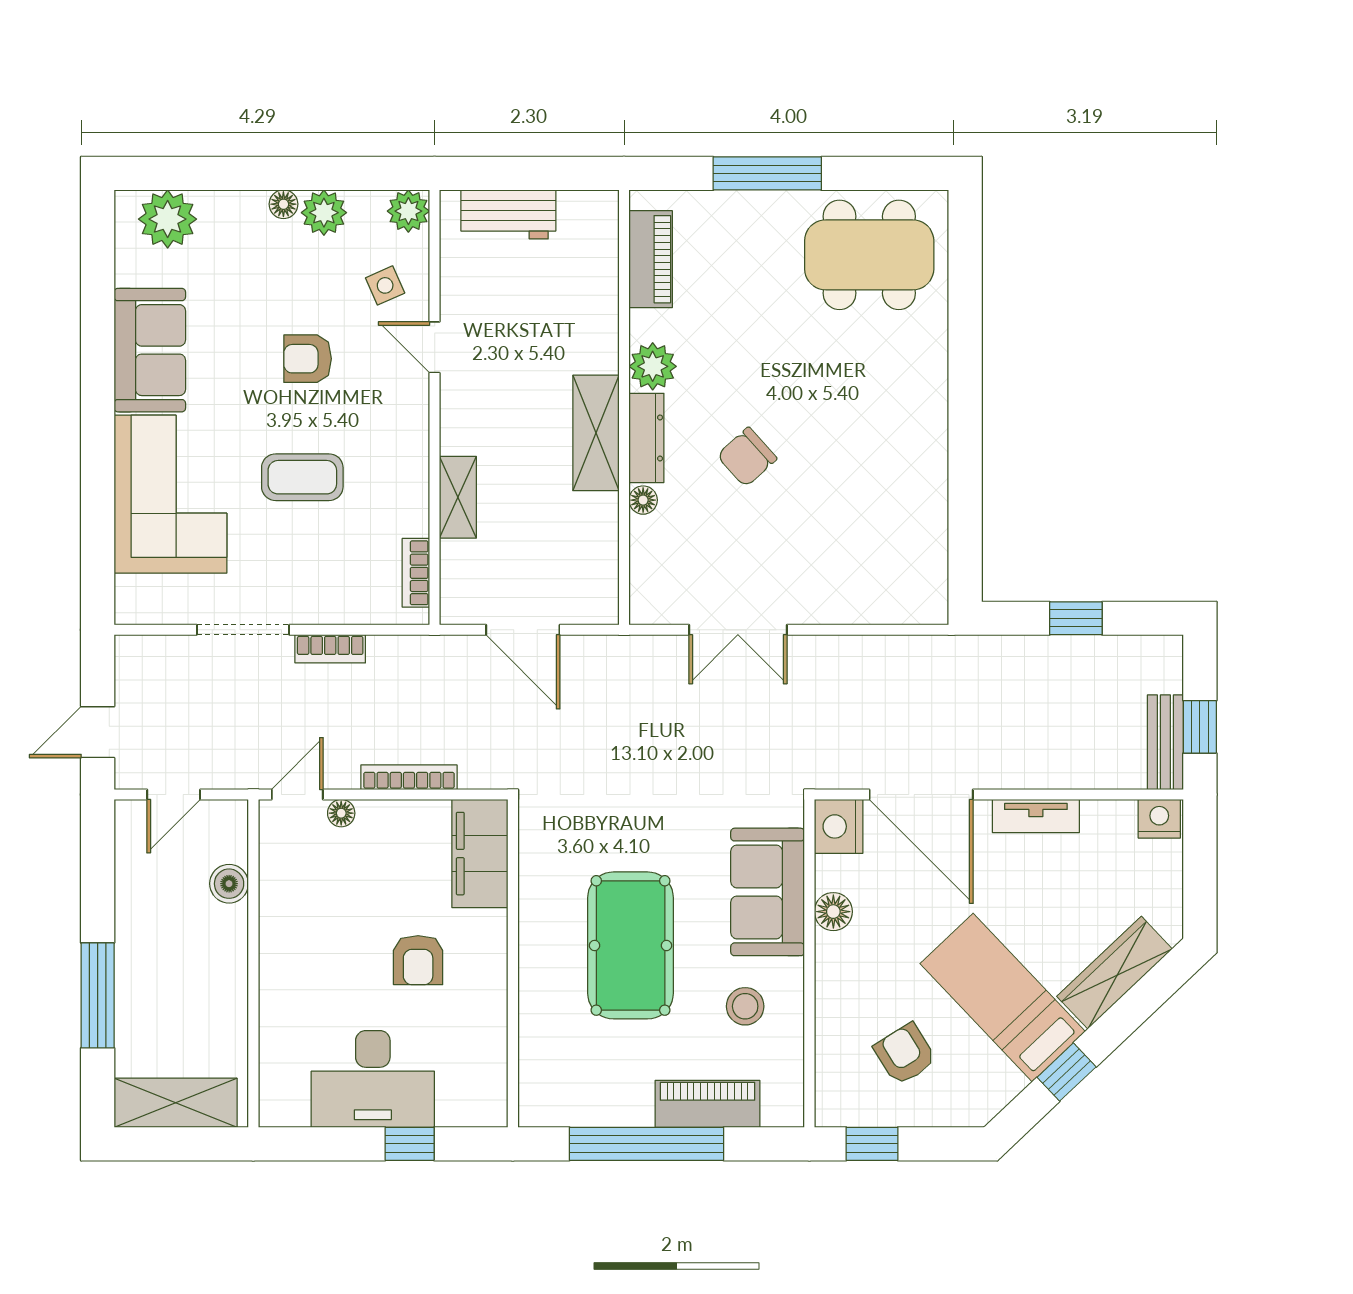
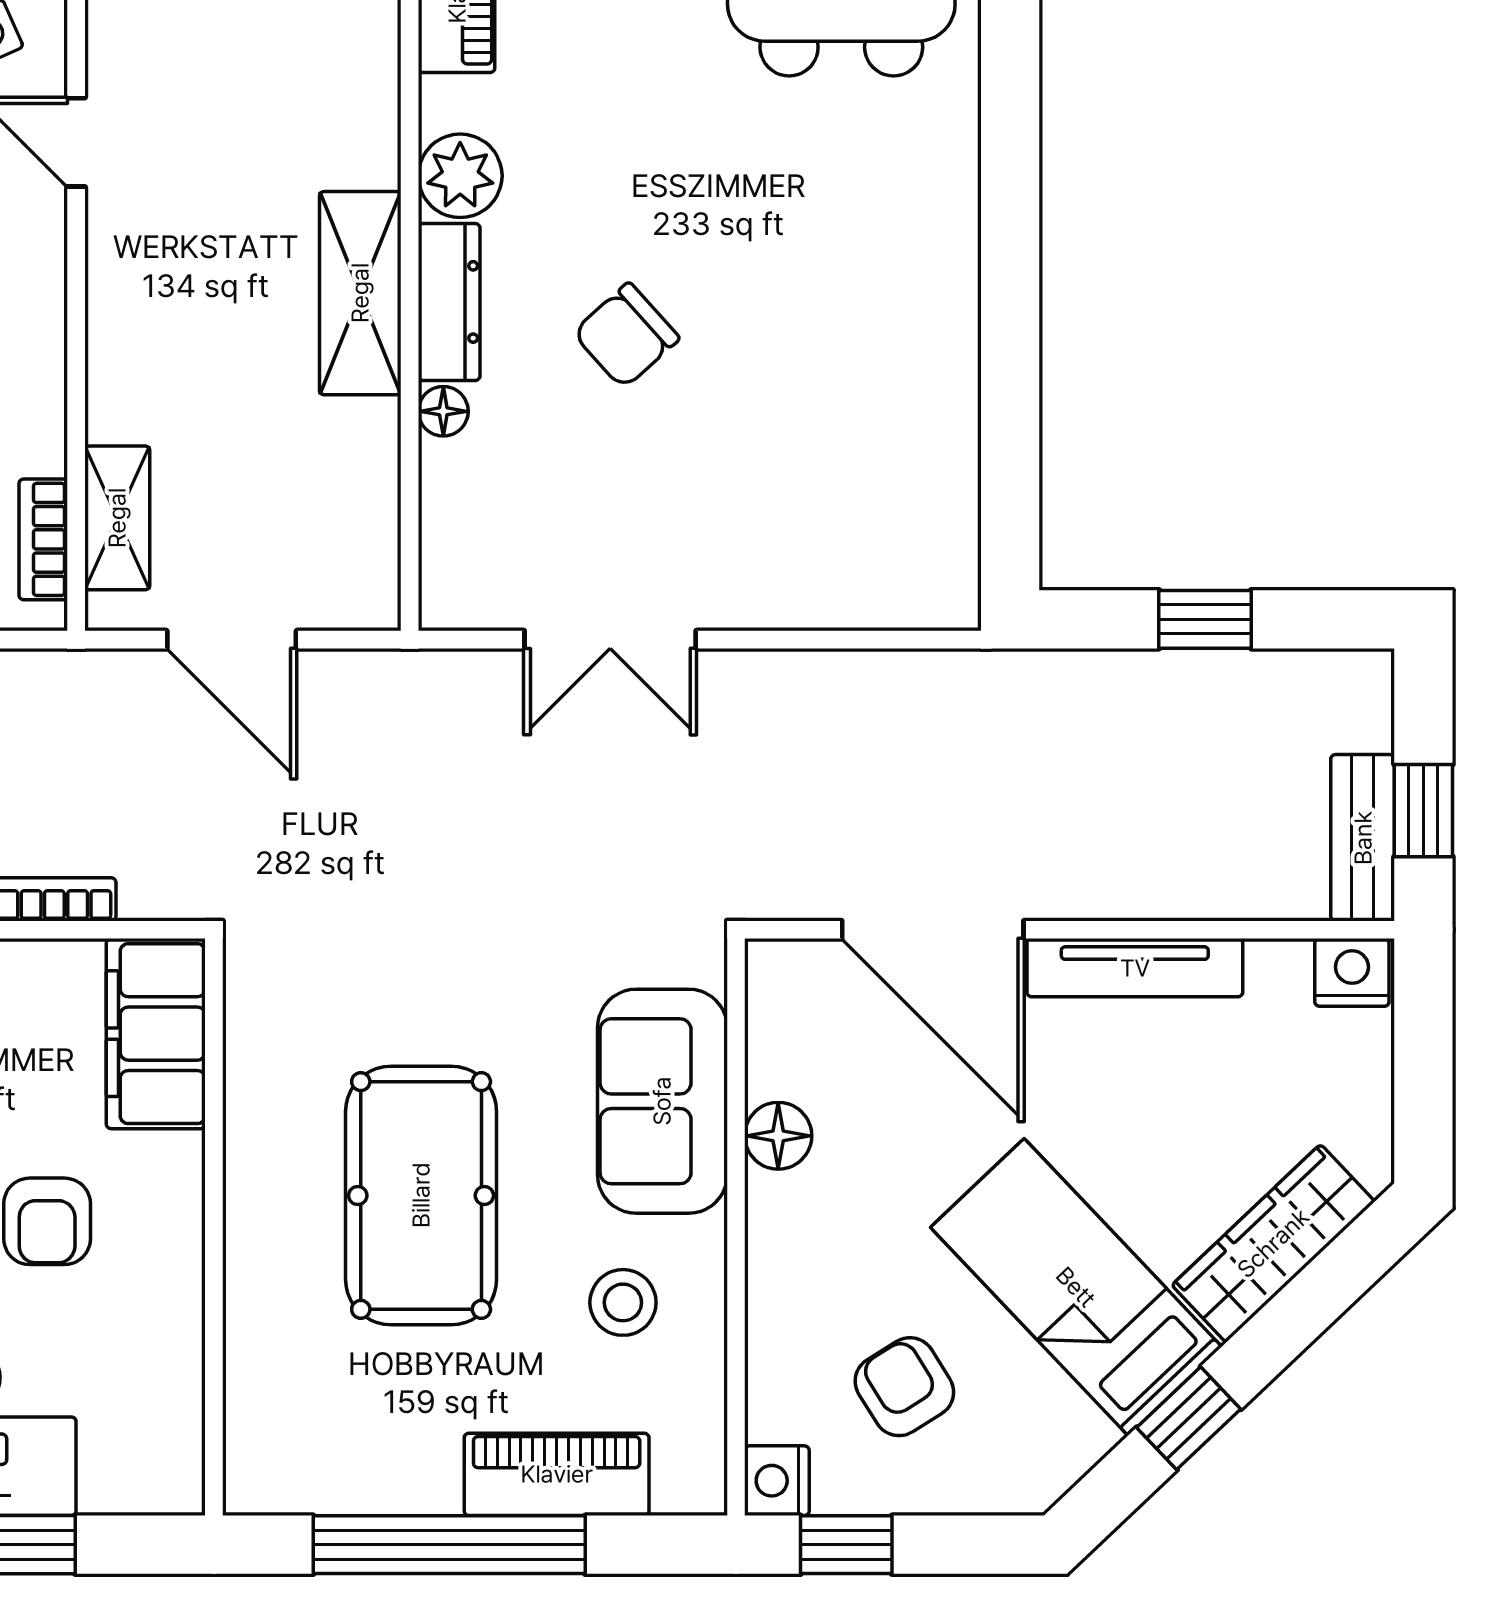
shelving: (458, 497) -> (117, 518), moved
tv unit: (1036, 816) -> (1135, 968), width x1.41
nightstand: (839, 826) -> (777, 1481), moved, width x0.74, depth x0.75

